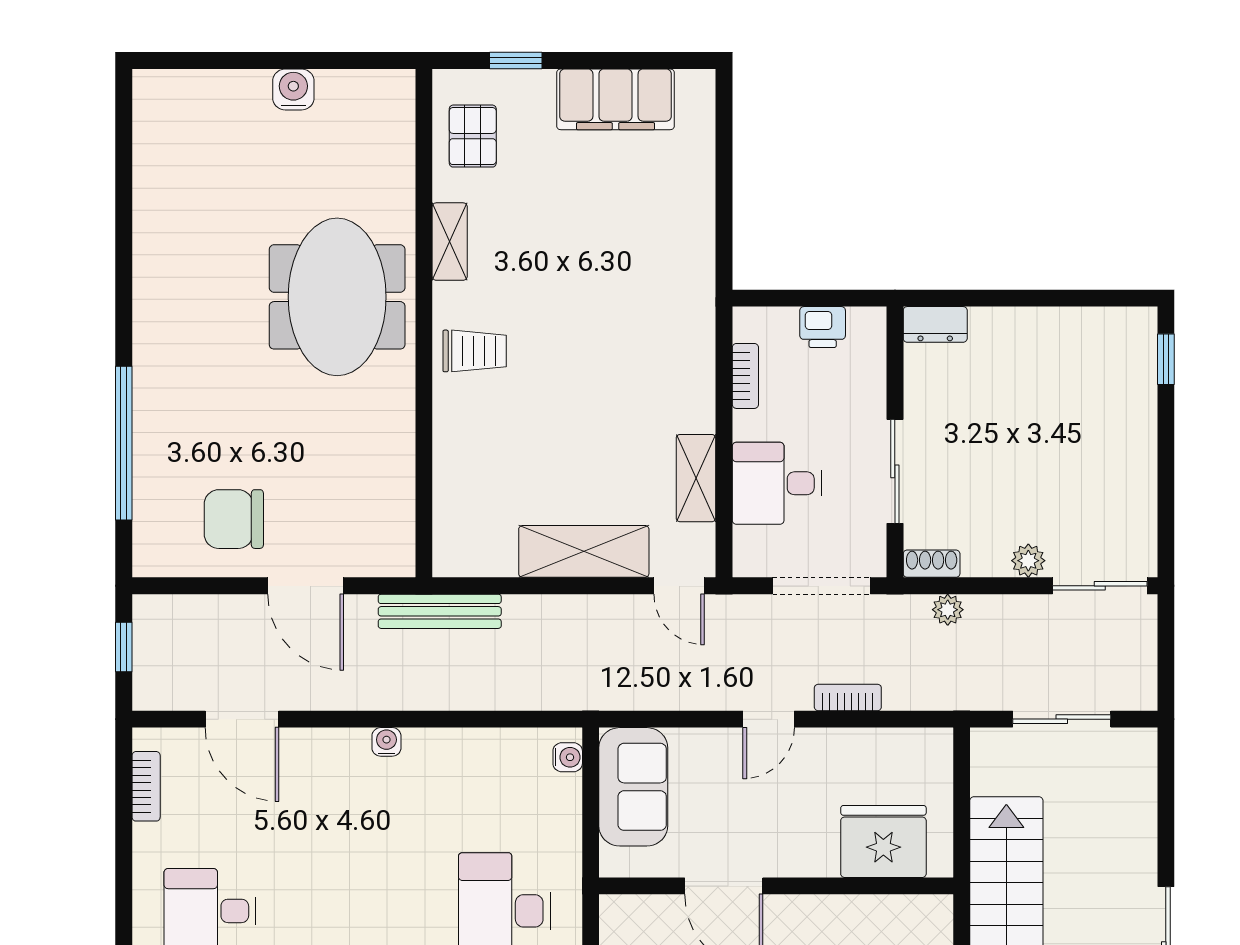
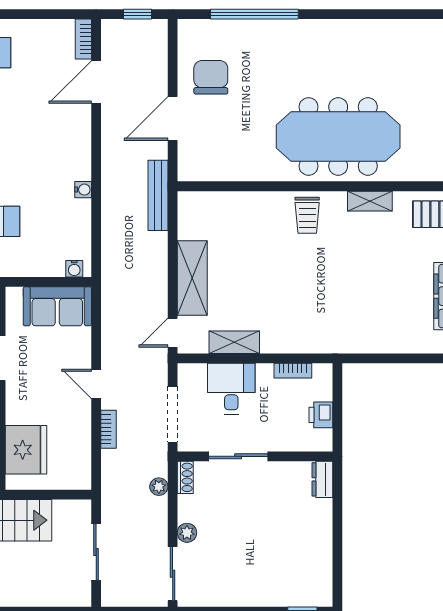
meeting table: (337, 297) -> (338, 136), width x1.36
water cooler: (386, 742) -> (83, 190), moved
bookcase: (146, 786) -> (83, 39), moved, turned 90

